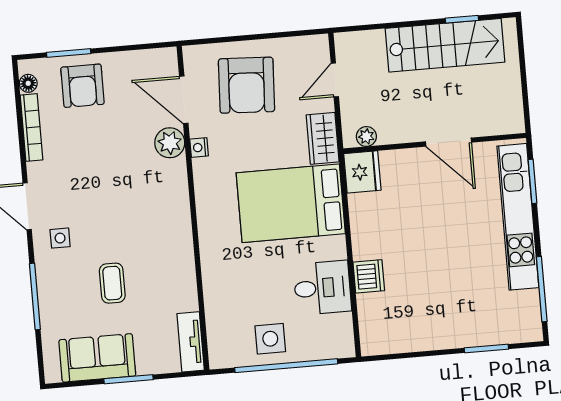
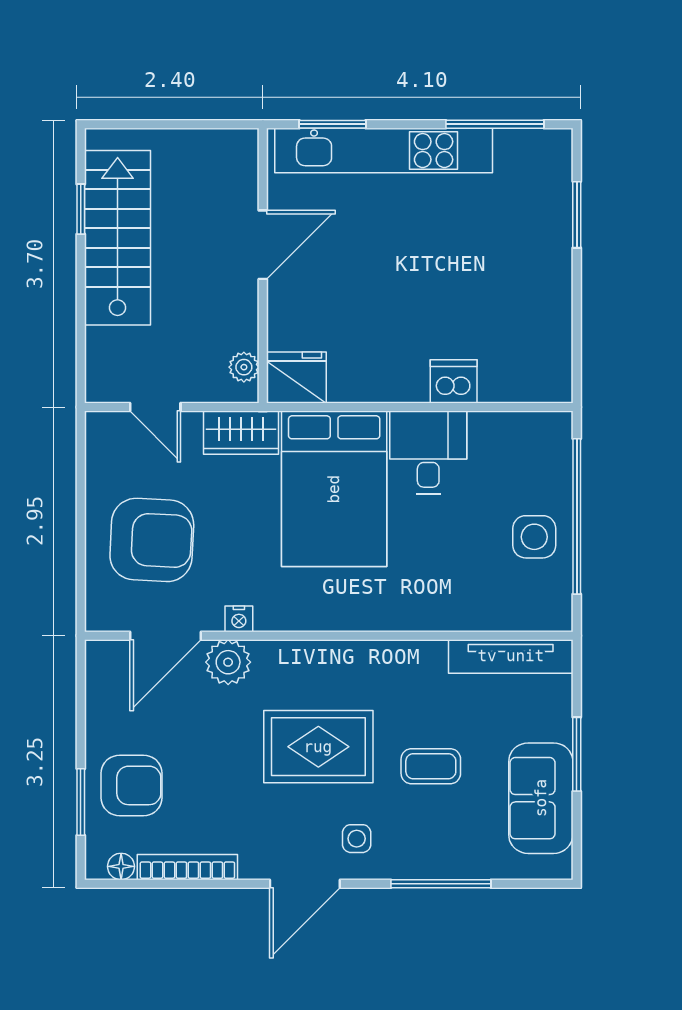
rug: (119, 207) -> (318, 747), added
desk: (322, 288) -> (428, 452), moved
tv unit: (191, 342) -> (511, 656), width x1.41

